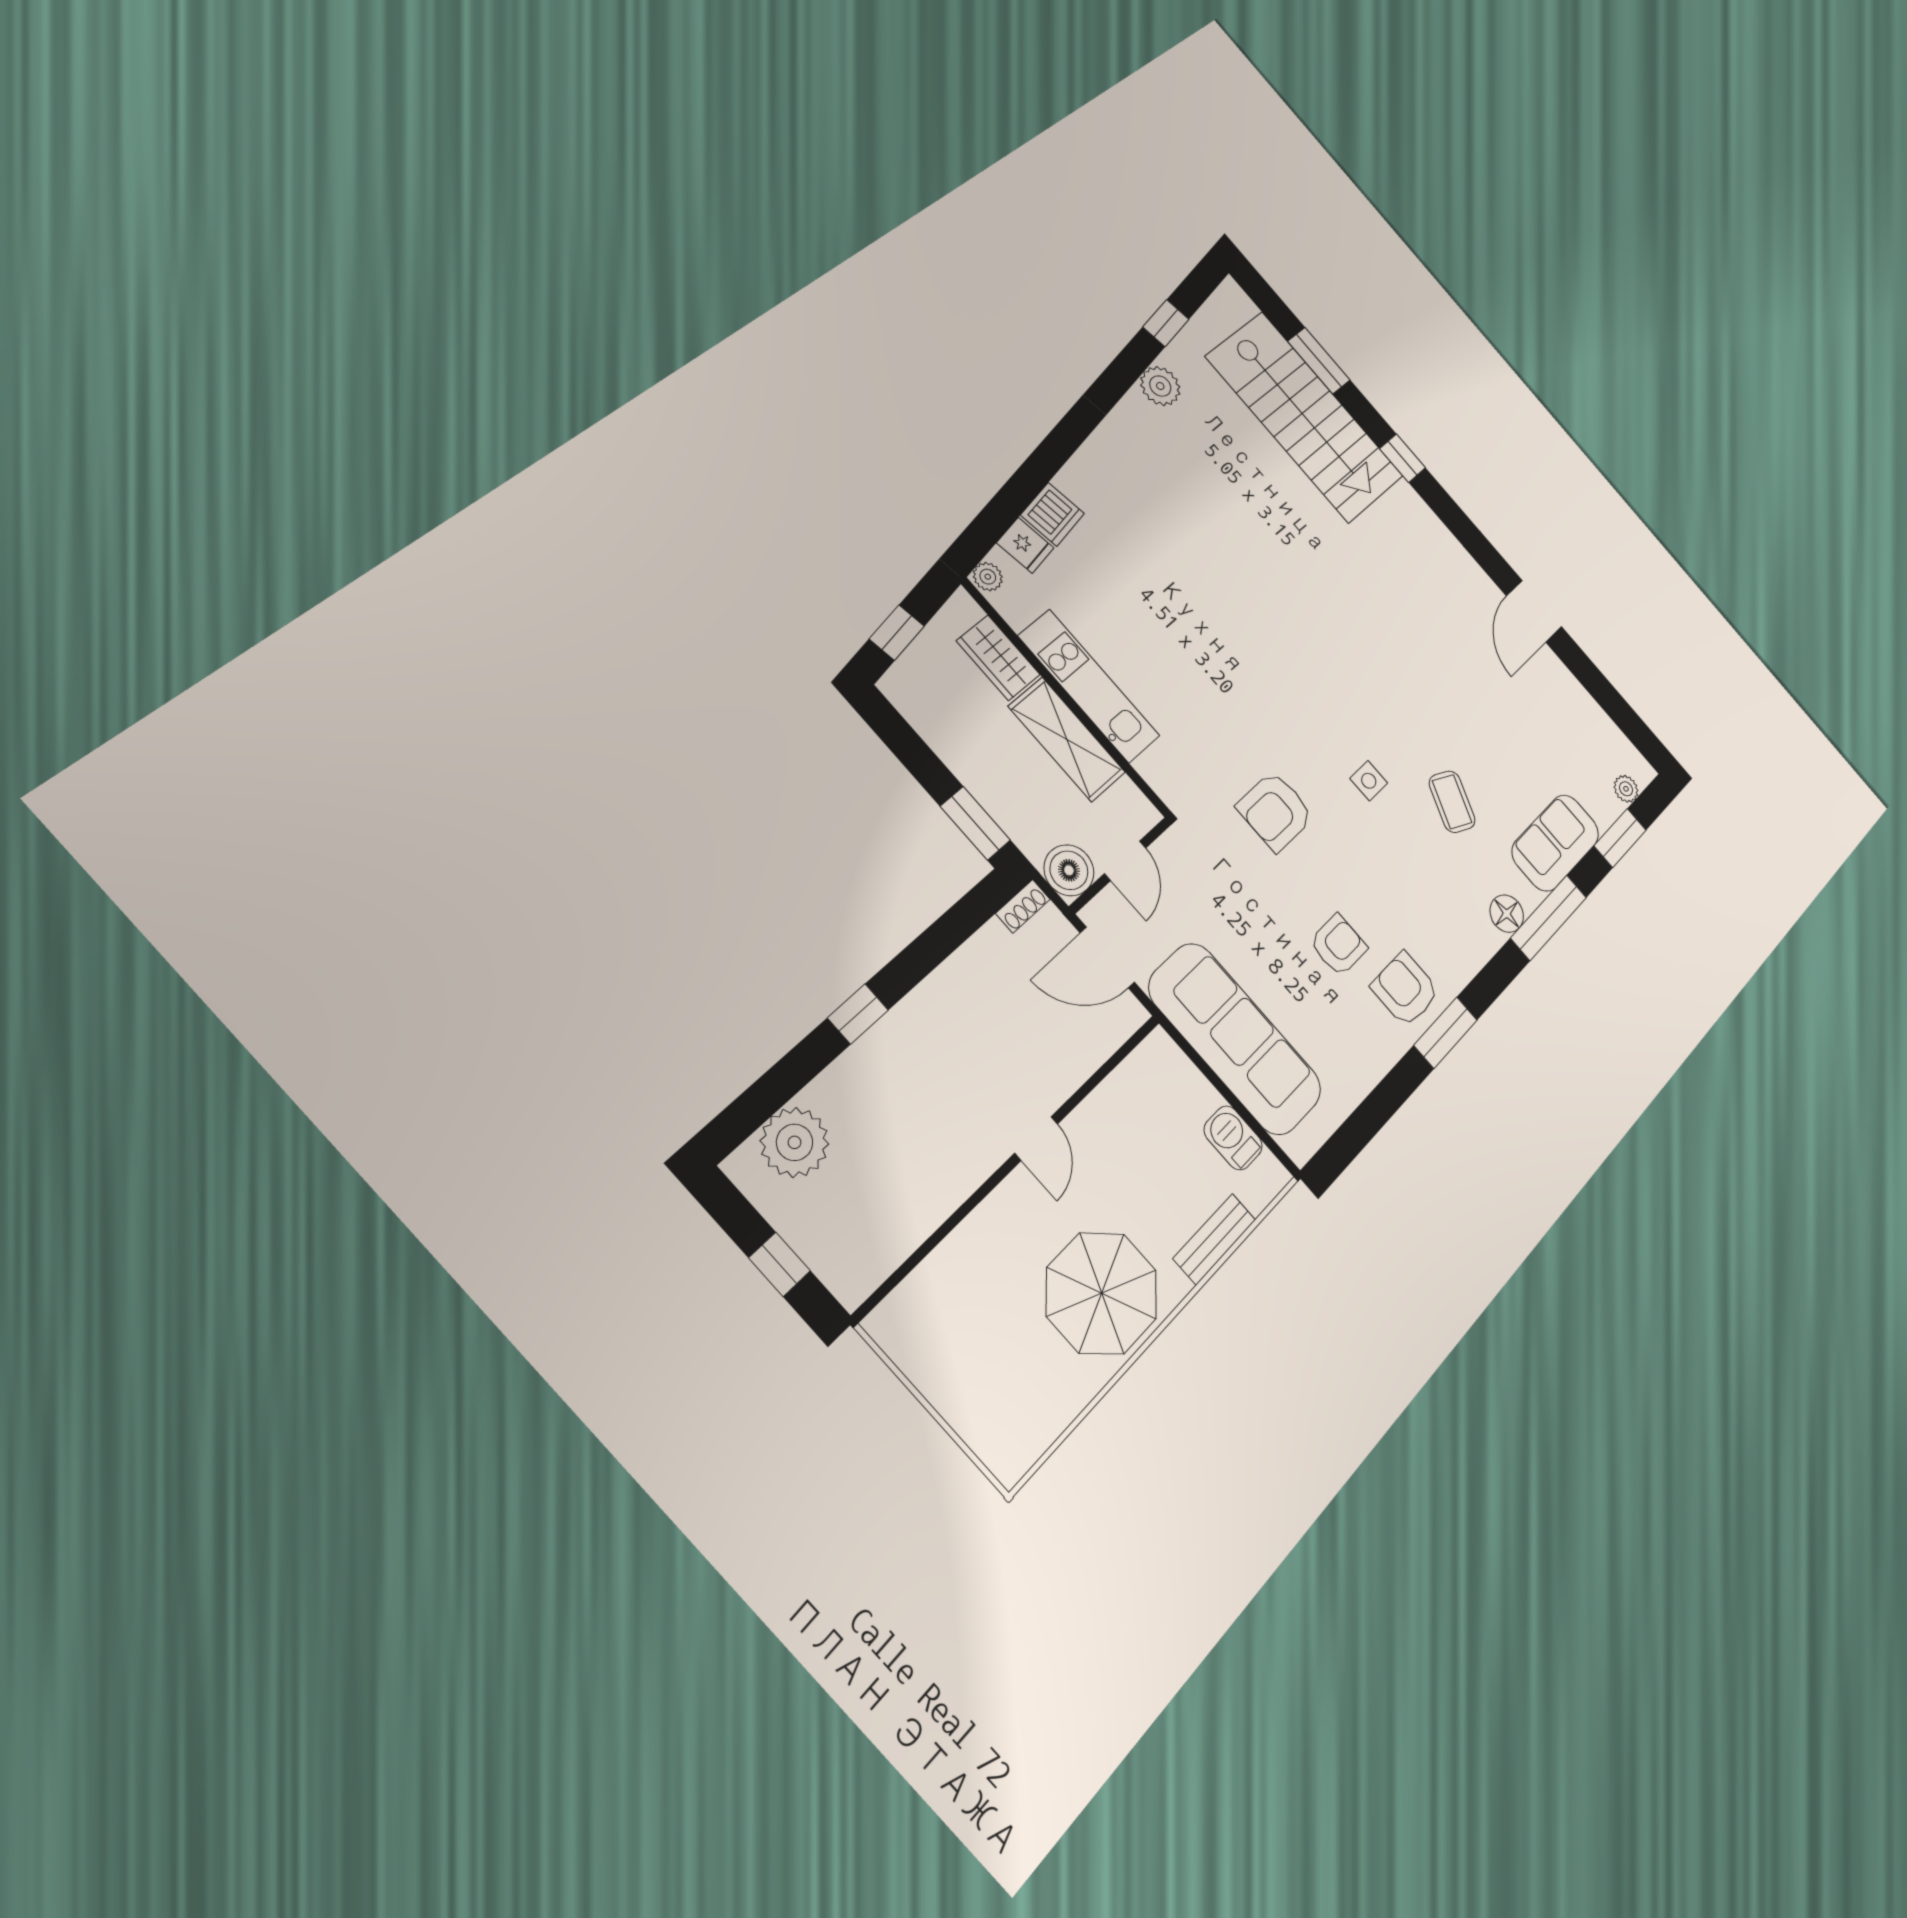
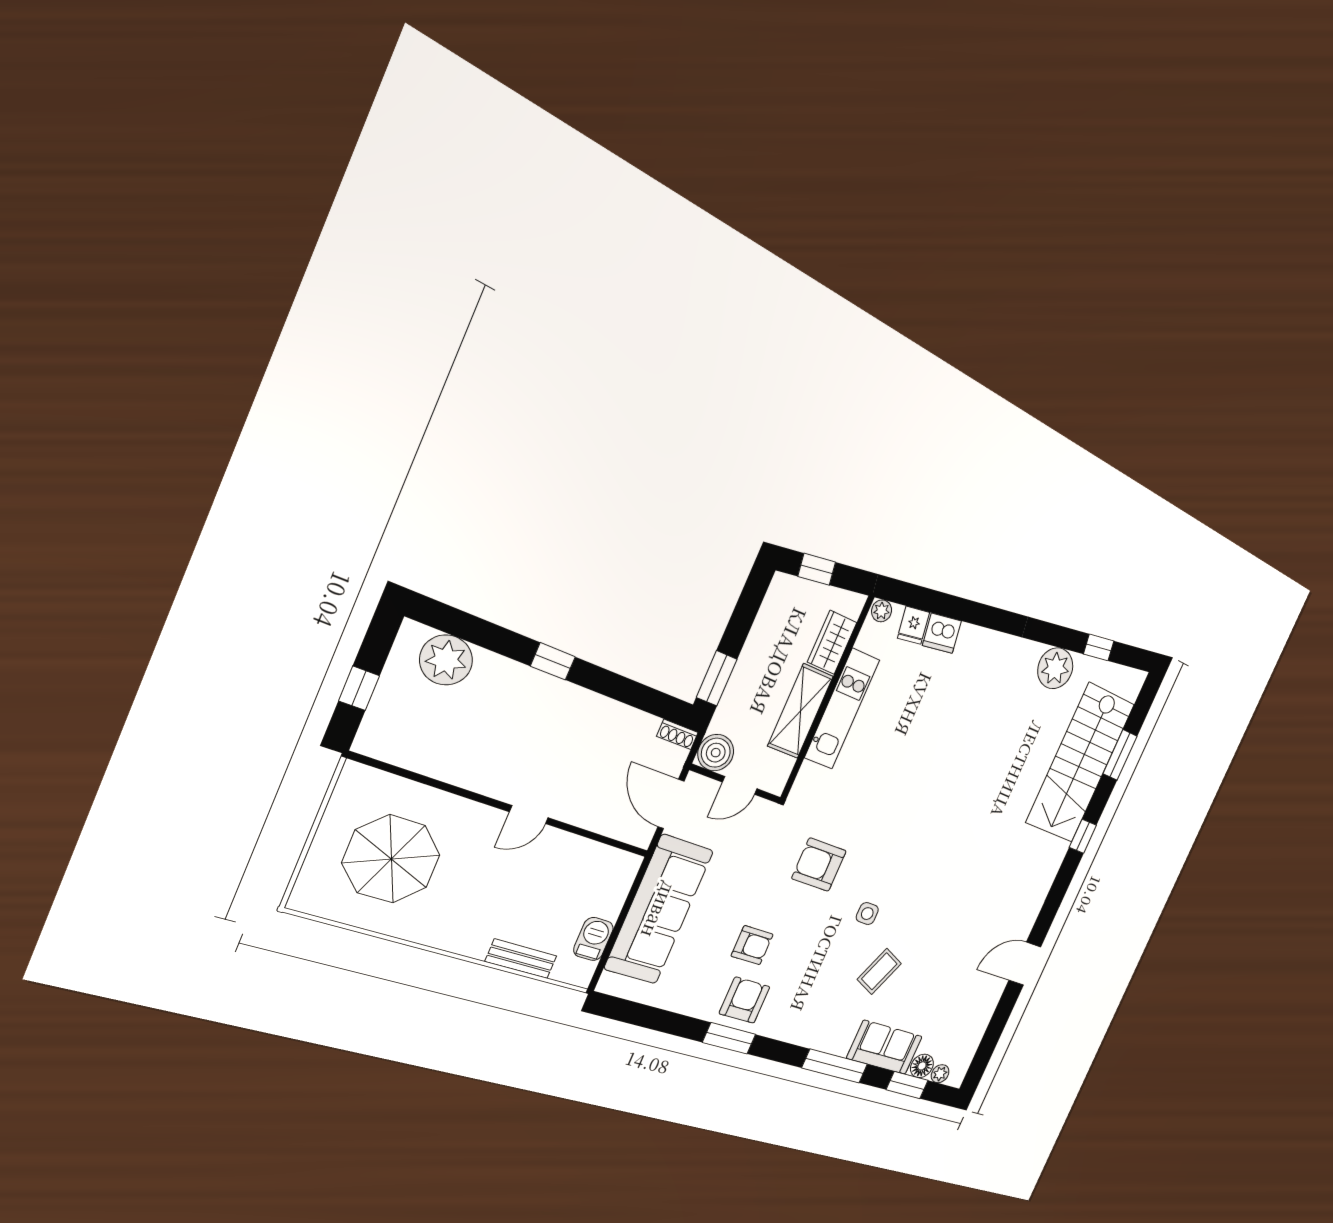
plant: (1160, 386) -> (1055, 668), width x1.36, depth x1.36
floor lamp: (1507, 914) -> (922, 1066), moved
parasol: (1102, 1293) -> (391, 859), moved

